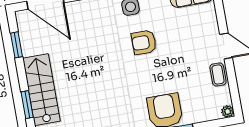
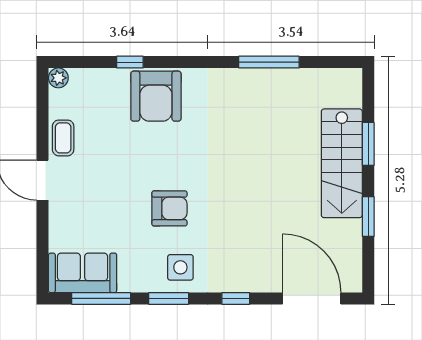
window: (17, 45) -> (368, 217), moved

